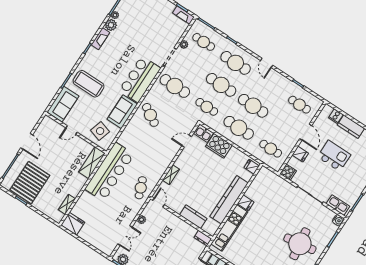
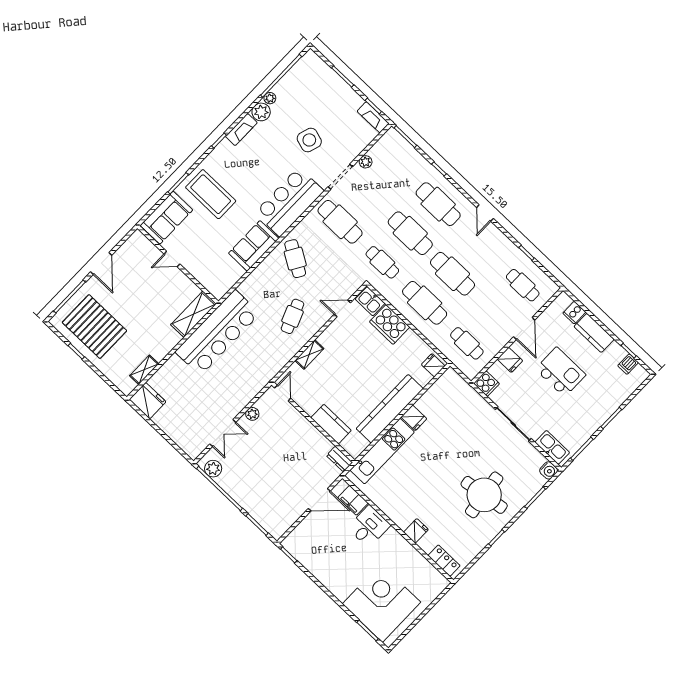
cafe table: (204, 42) -> (396, 164), removed
side table: (100, 131) -> (309, 140), moved
pallet: (30, 183) -> (94, 327), turned 90
cafe table: (141, 188) -> (293, 316), moved

